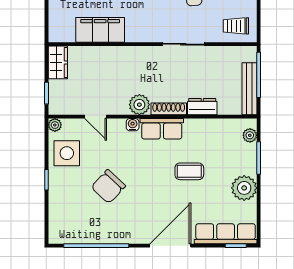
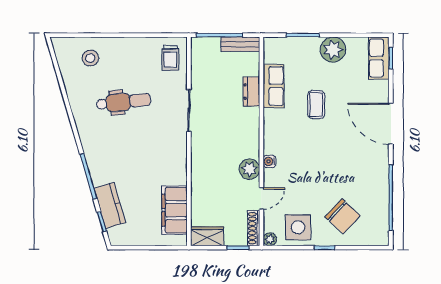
filing cabinet: (100, 30) -> (174, 210), moved
bench: (249, 89) -> (240, 44), width x0.73
plant: (139, 105) -> (249, 169), moved
shoe rack: (169, 109) -> (254, 228), moved
row of seats: (162, 129) -> (274, 86), moved
plant: (250, 135) -> (280, 44), removed
chair: (108, 187) -> (343, 216), moved
row of seats: (226, 234) -> (379, 58), width x0.68

